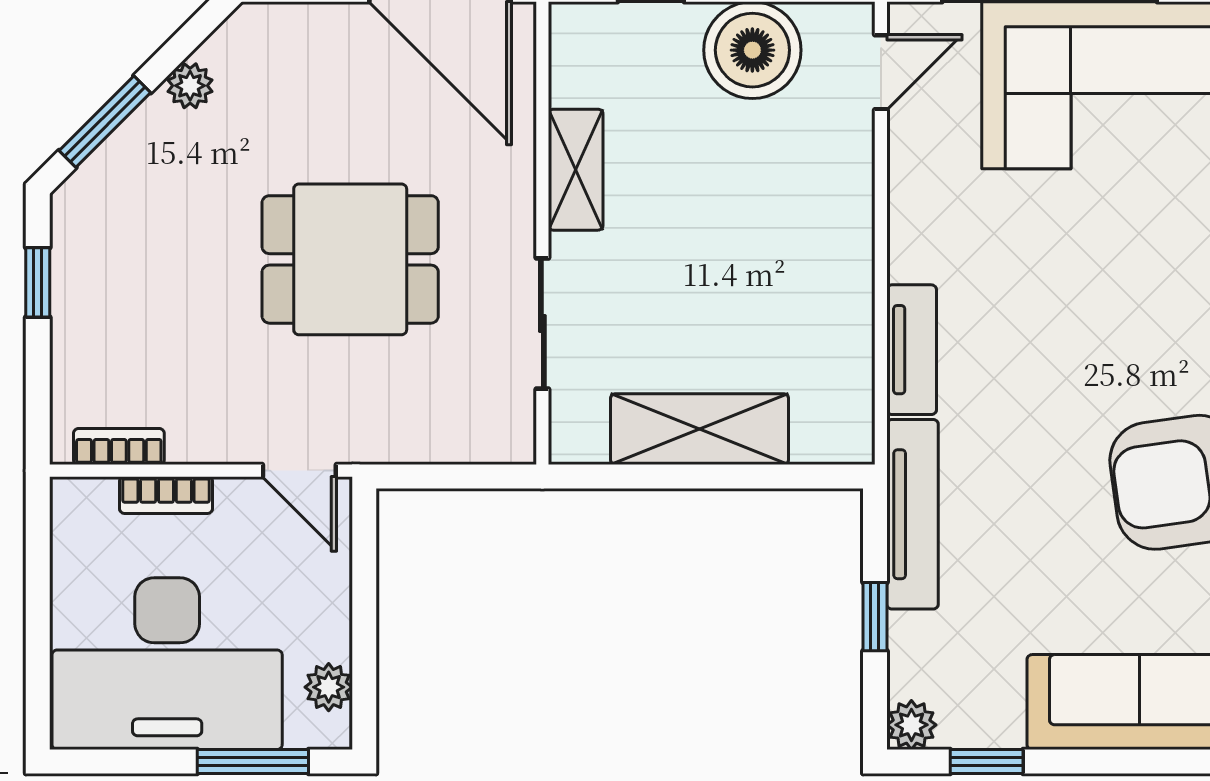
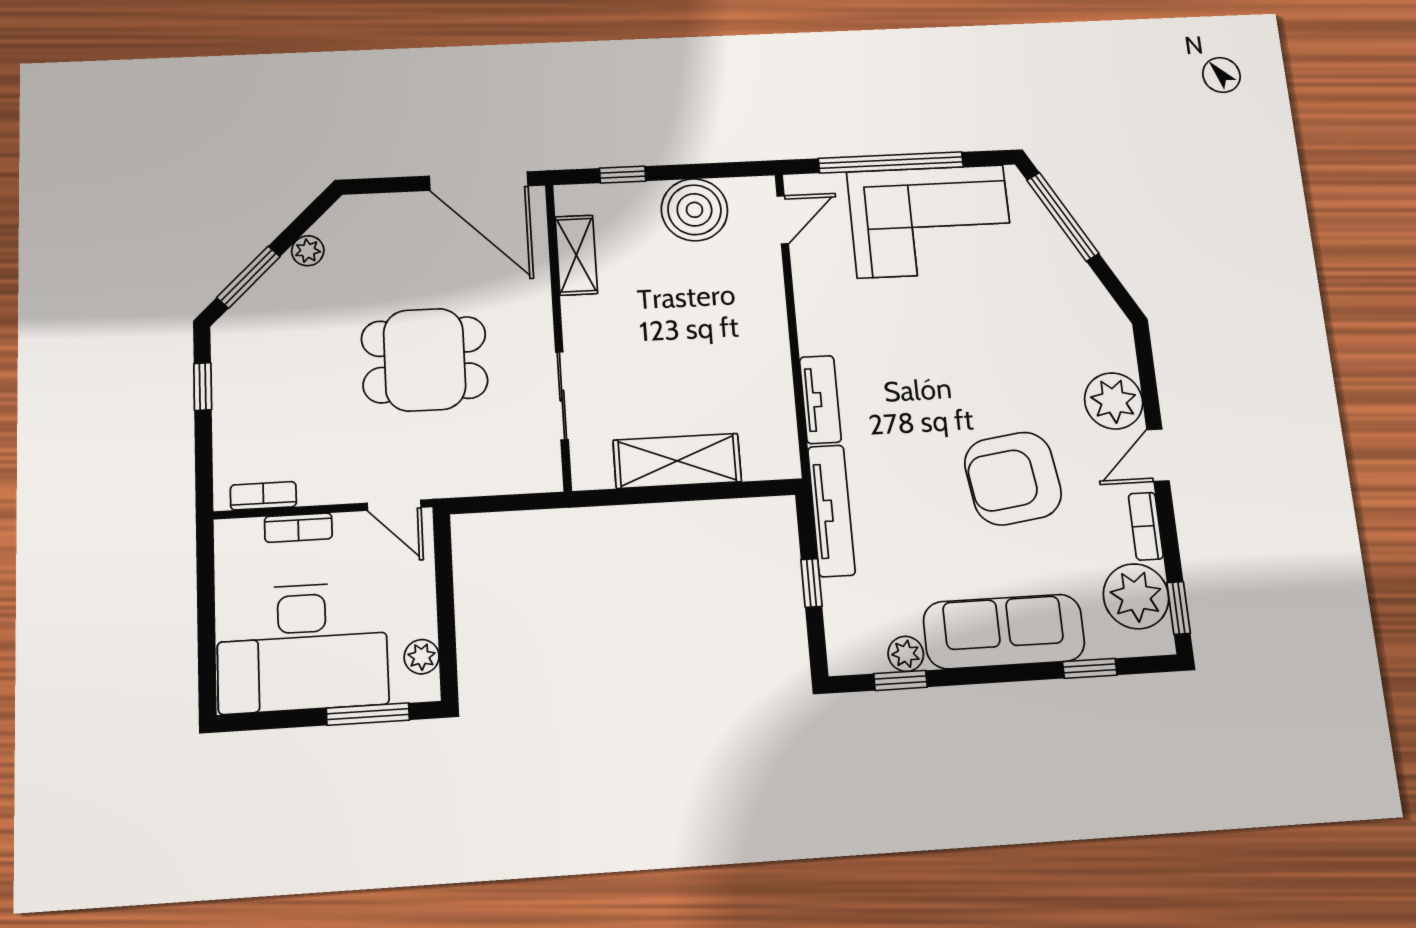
shelving: (576, 170) -> (576, 255), moved
plant: (911, 725) -> (906, 654), moved

